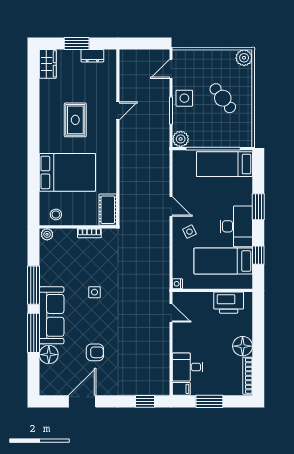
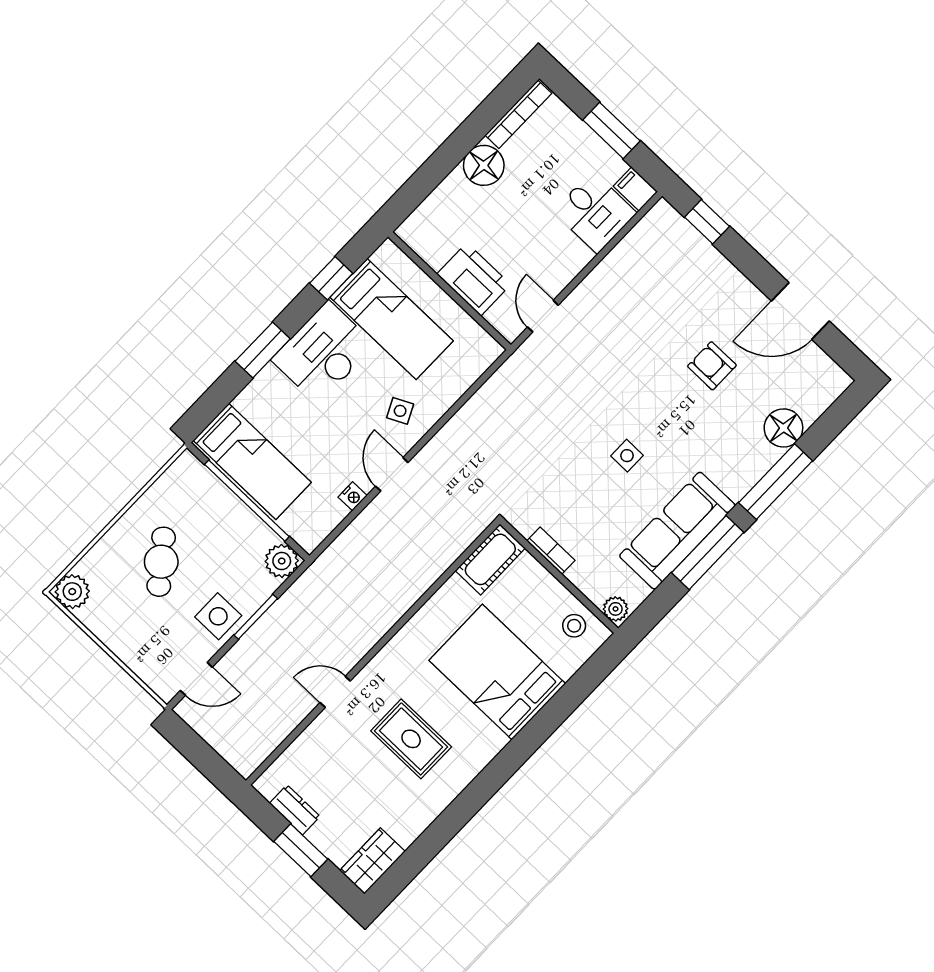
rug: (75, 120) -> (411, 739), turned 90
nightstand: (177, 284) -> (353, 496), moved
printer: (229, 303) -> (474, 279), moved
sofa: (52, 315) -> (677, 531), moved

